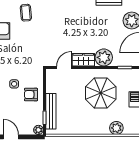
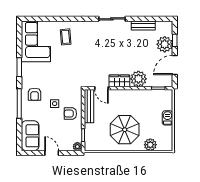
door: (64, 67) -> (101, 88), swing flipped
parasol: (101, 93) -> (125, 130), moved
bench: (51, 111) -> (89, 106), moved

